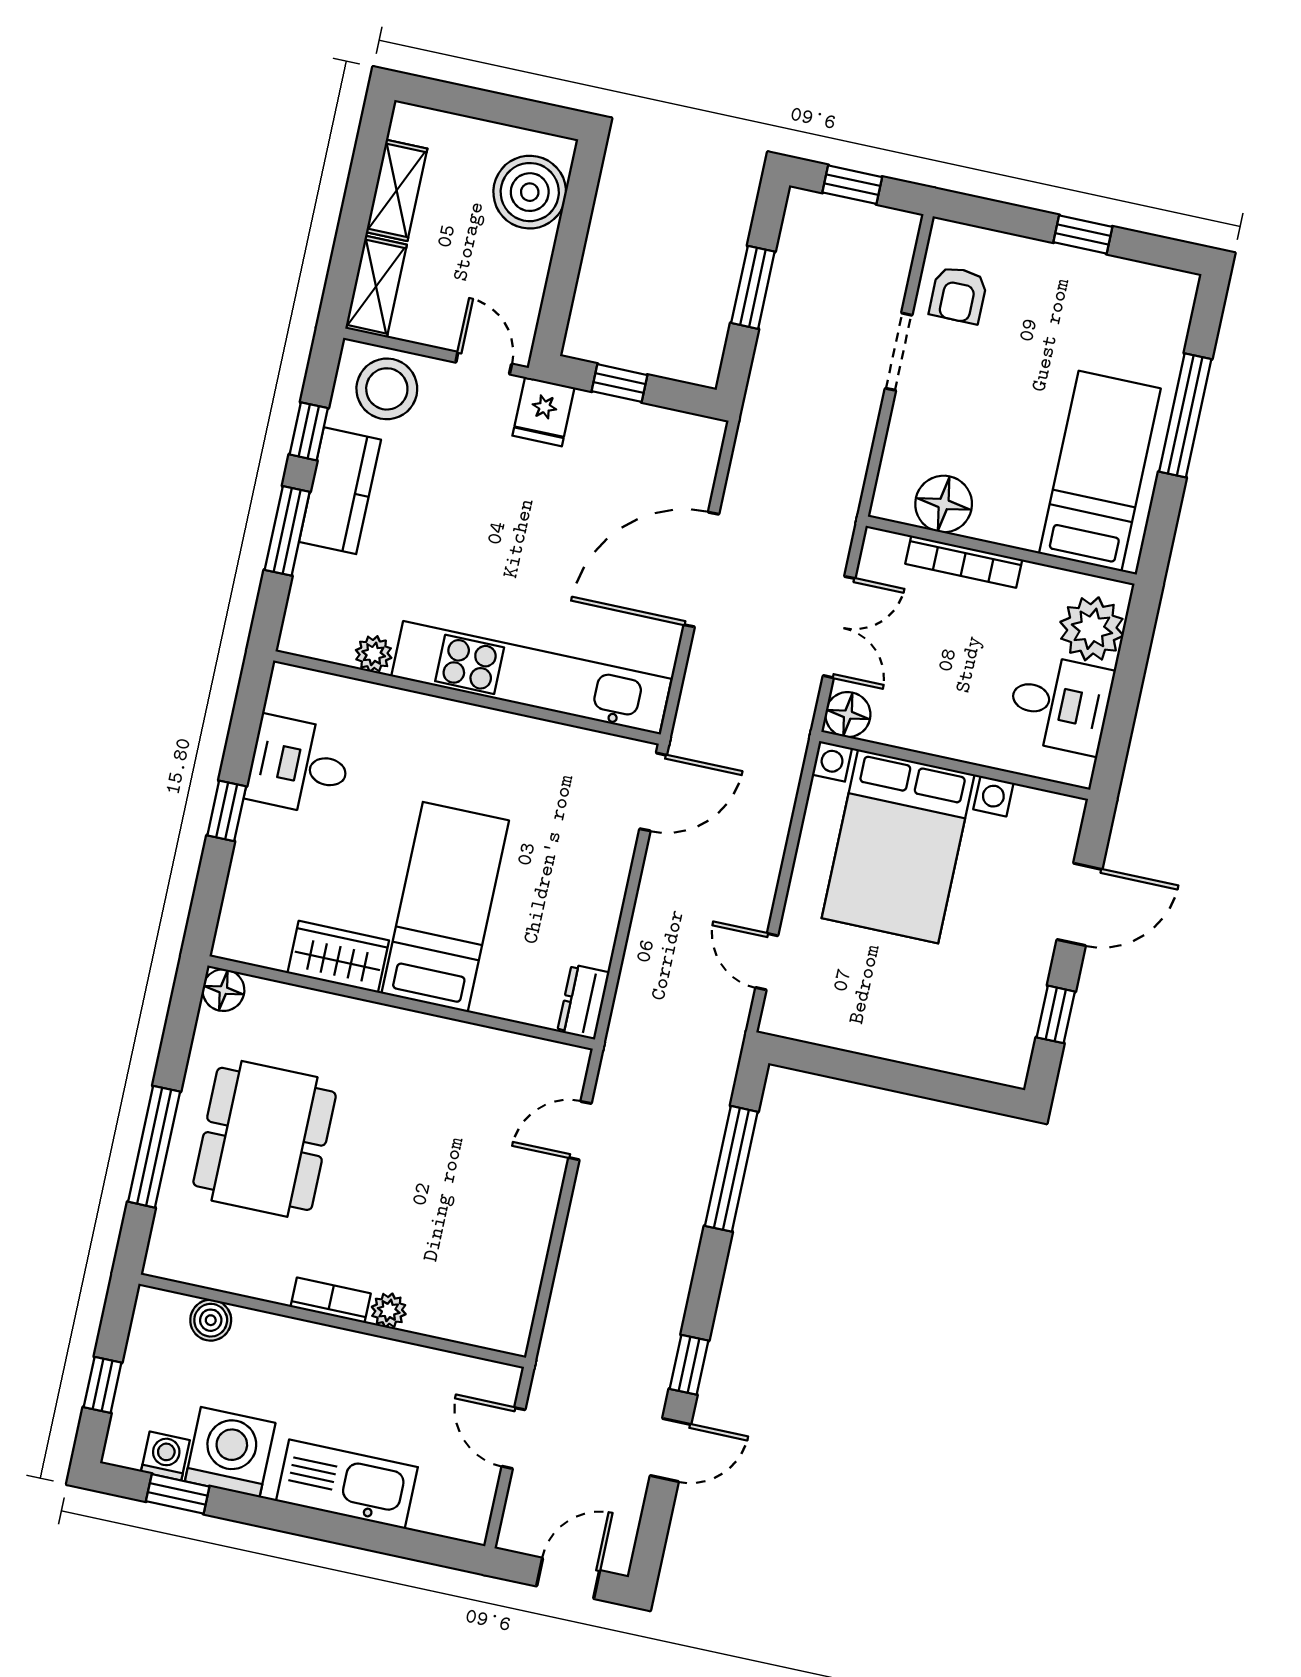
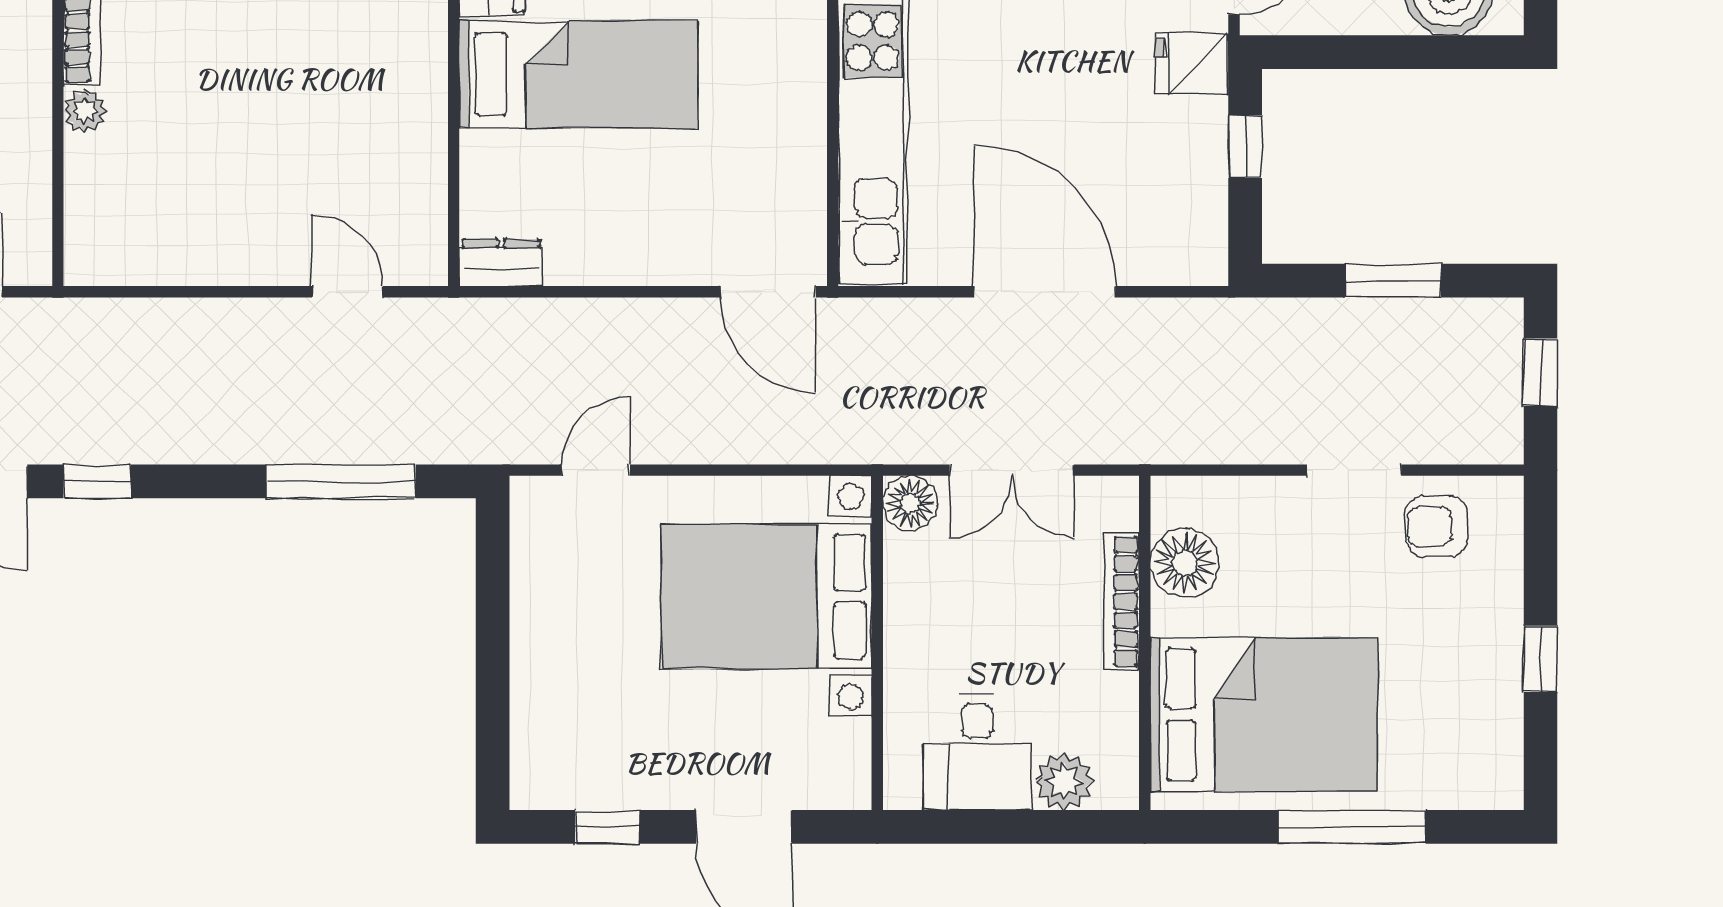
bed: (1100, 471) -> (1264, 714), width x1.50
plant: (1092, 629) -> (1064, 781), width x0.73, depth x0.73

